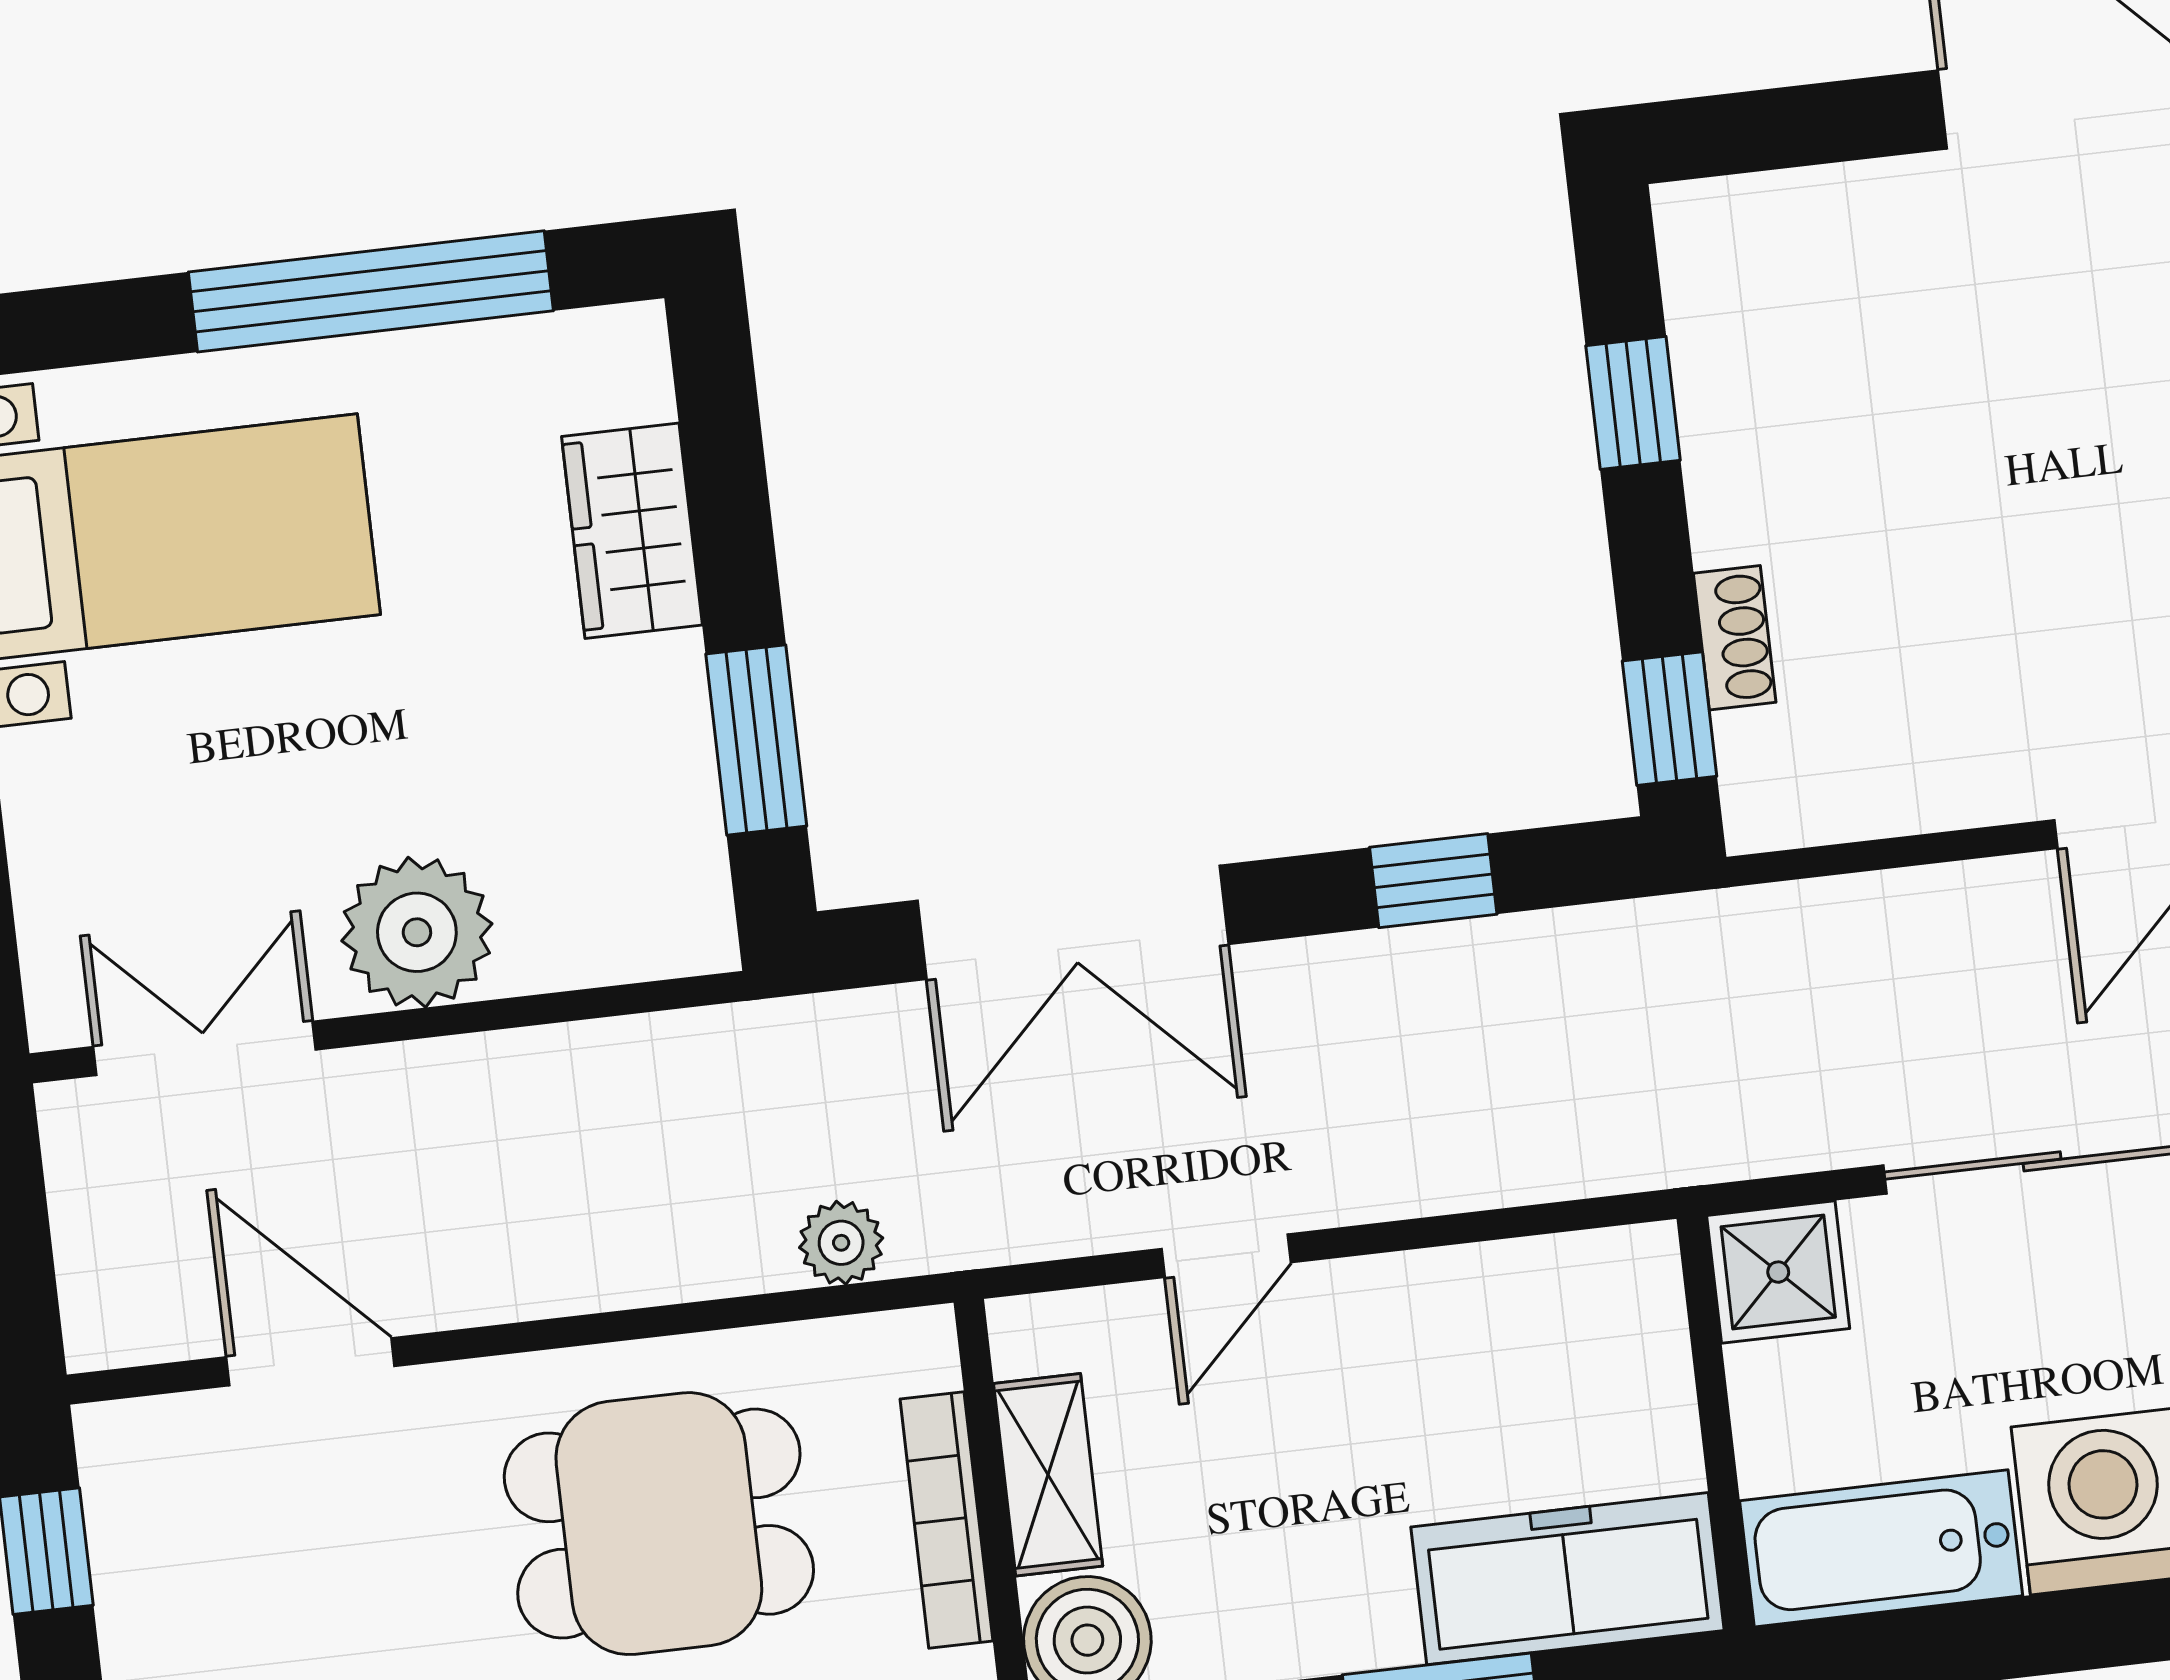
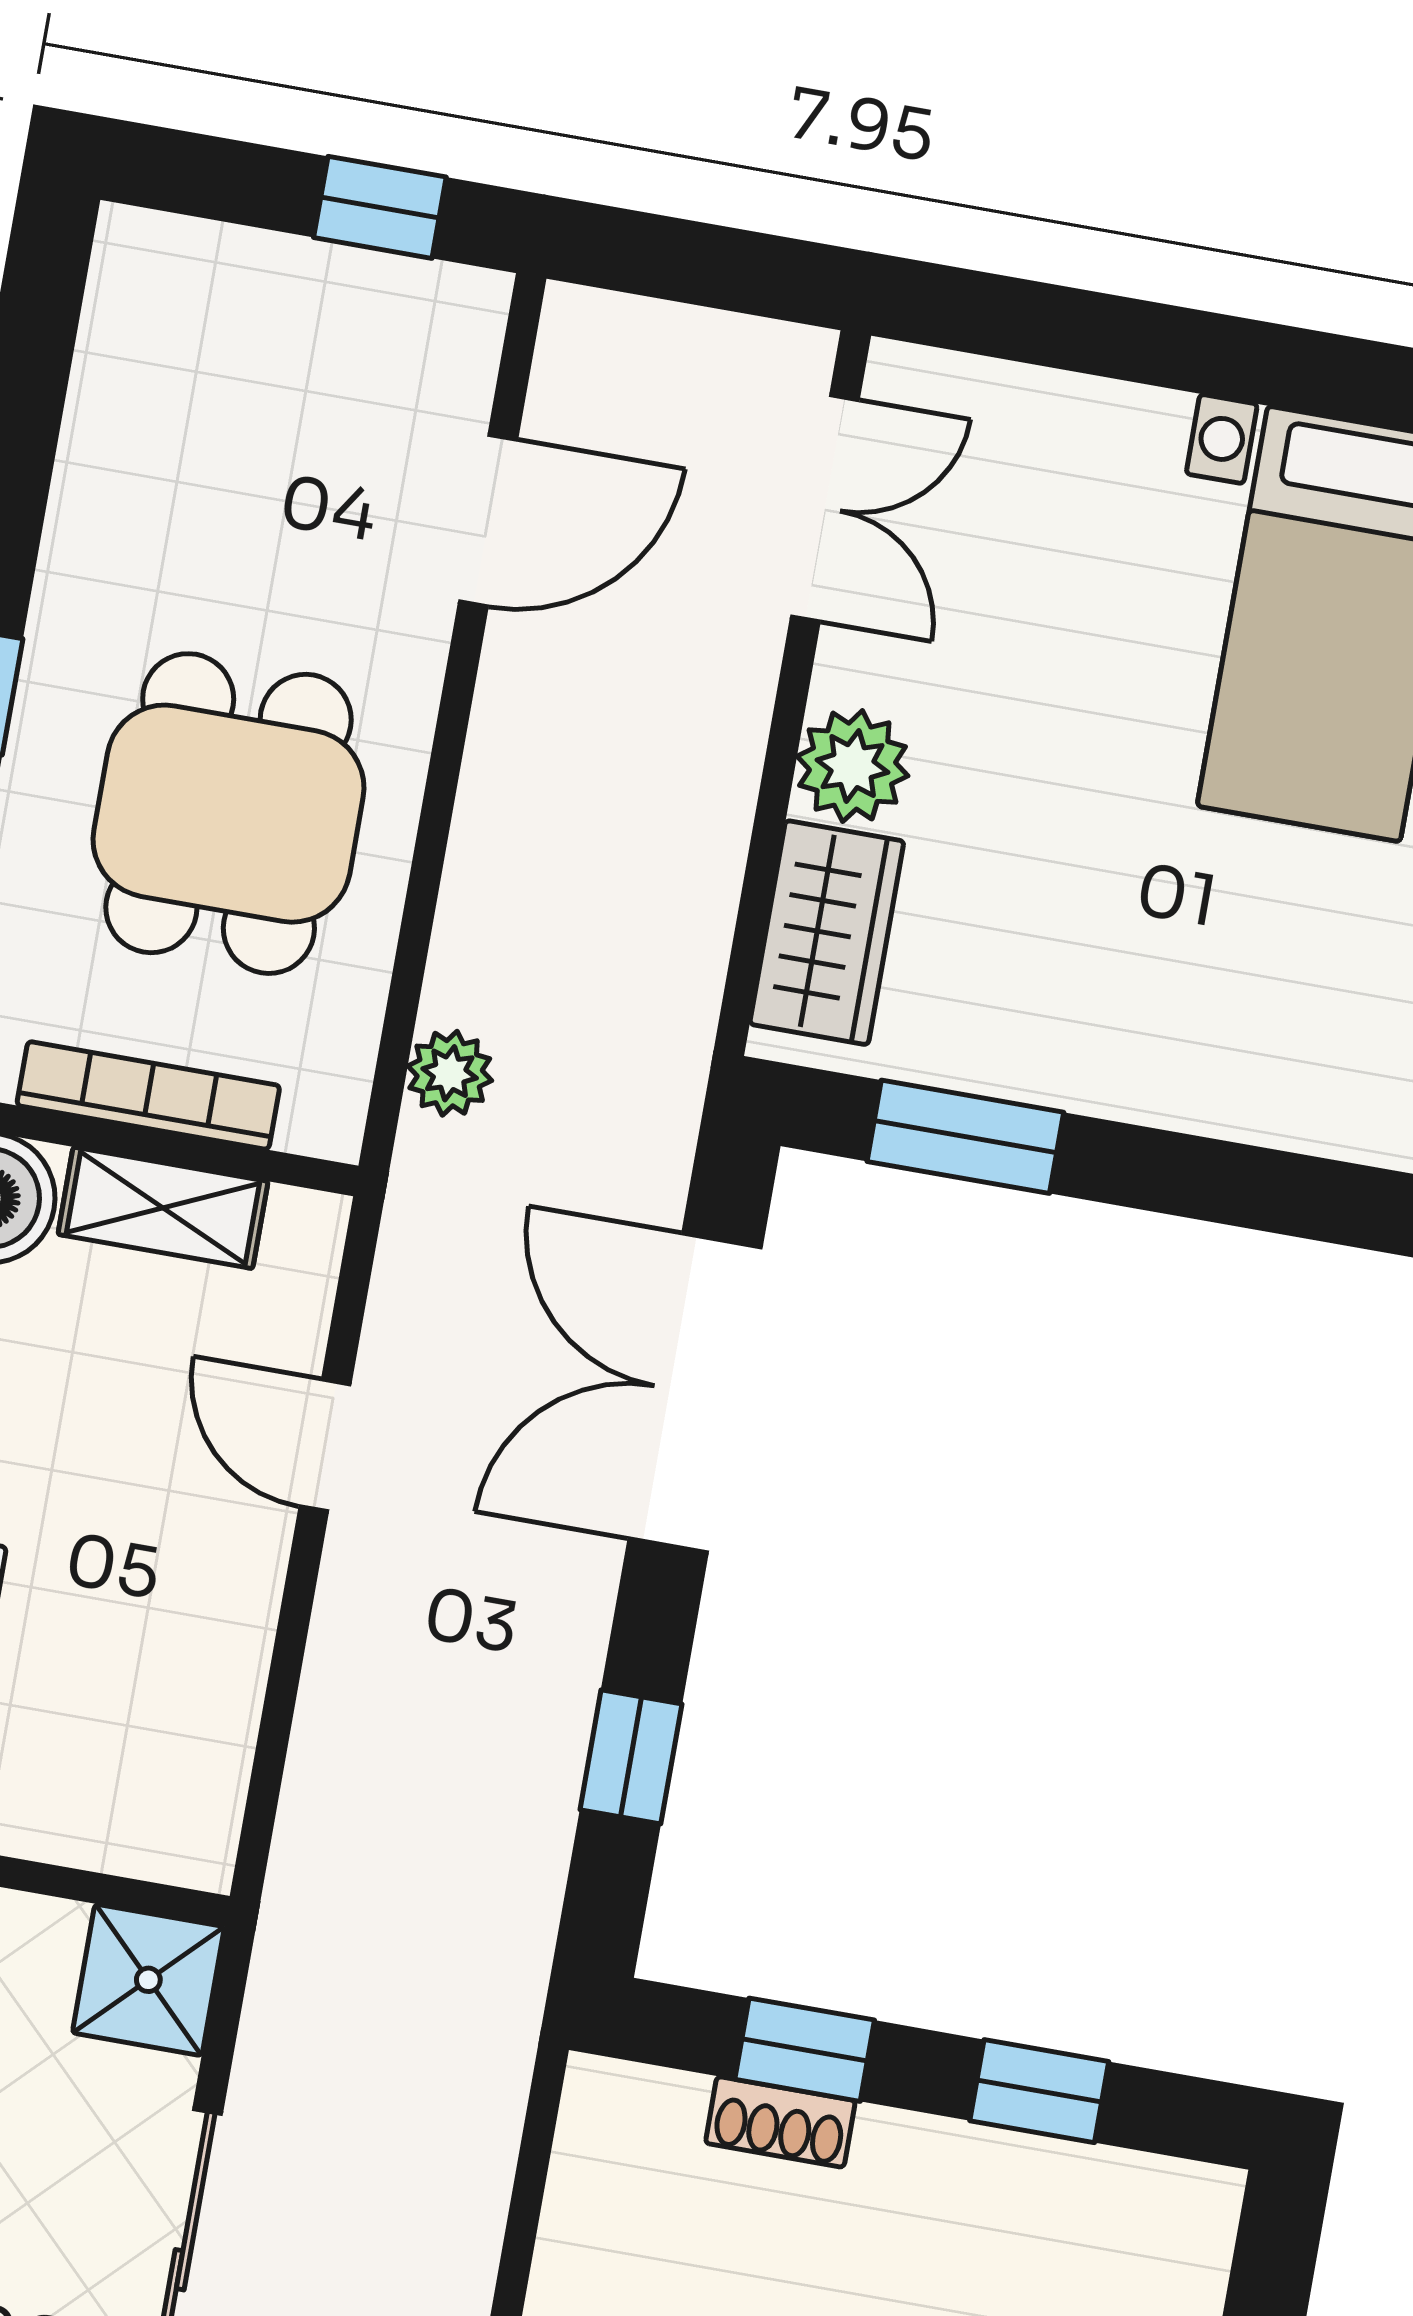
wardrobe: (632, 531) -> (827, 933), moved, turned 90
window: (1670, 719) -> (805, 2050), moved
plant: (417, 932) -> (853, 766), width x0.73, depth x0.73

